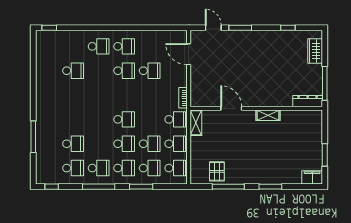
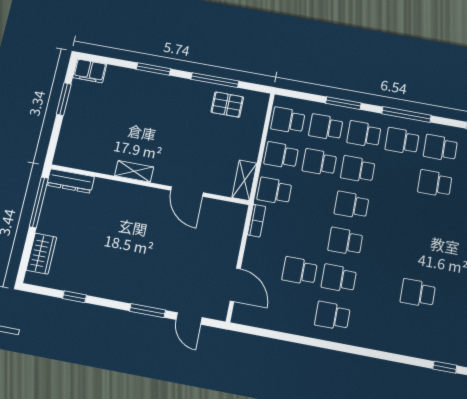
school desk: (99, 46) -> (345, 241), moved
pallet: (217, 171) -> (227, 105), turned 90

